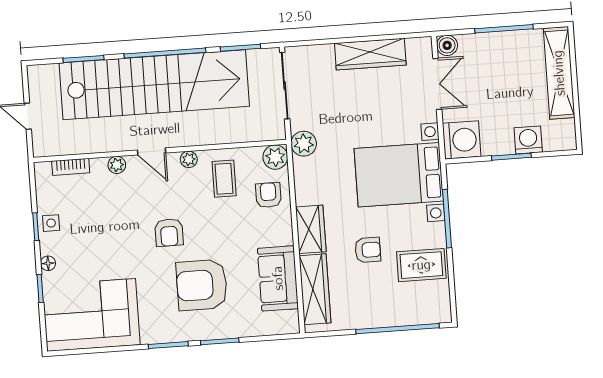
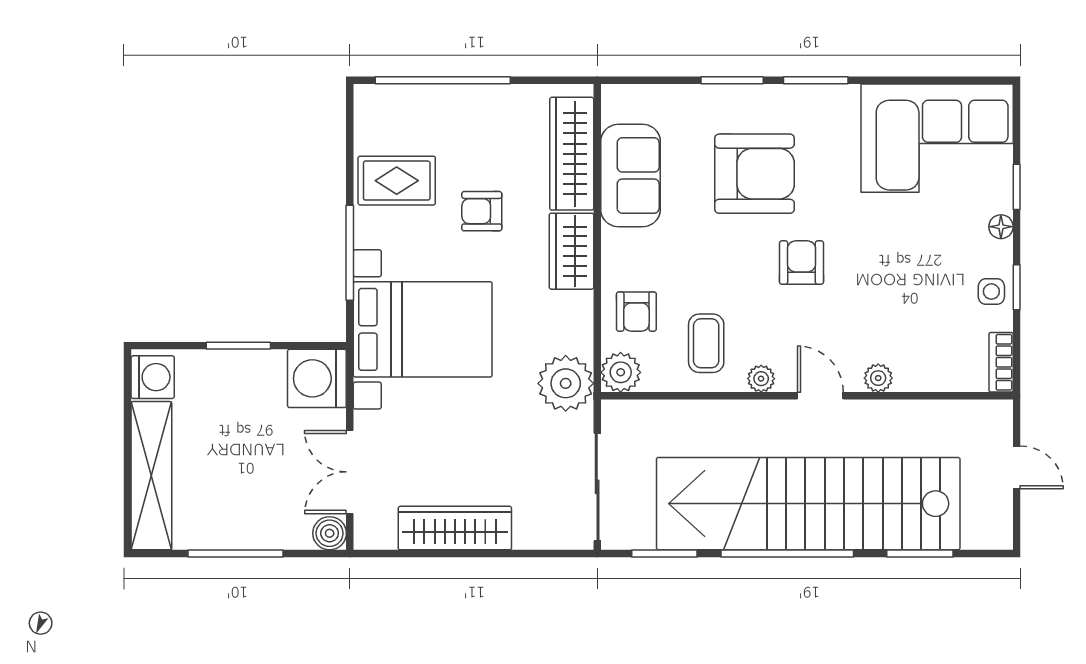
washing machine: (528, 140) -> (153, 377), moved, turned -90
plant: (304, 144) -> (566, 383), width x1.36, depth x1.36
bookcase: (71, 167) -> (1001, 362), moved, turned -90

